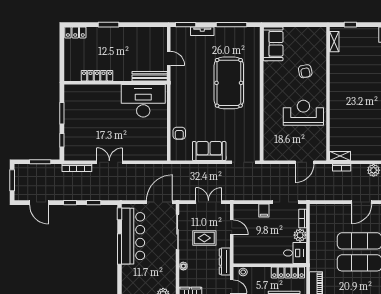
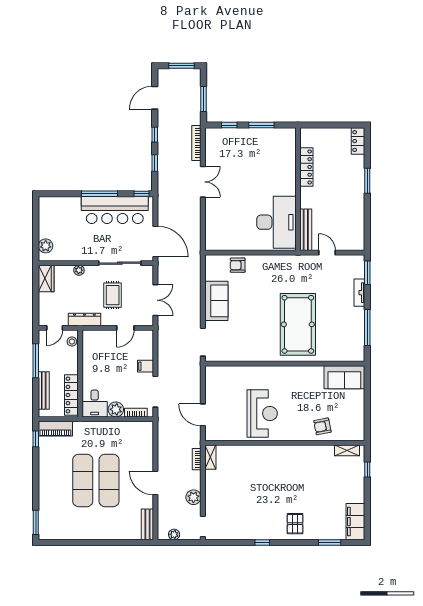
door: (169, 58) -> (327, 253), swing flipped
armchair: (305, 71) -> (322, 426), moved
pool table: (229, 83) -> (298, 324), turned 90

